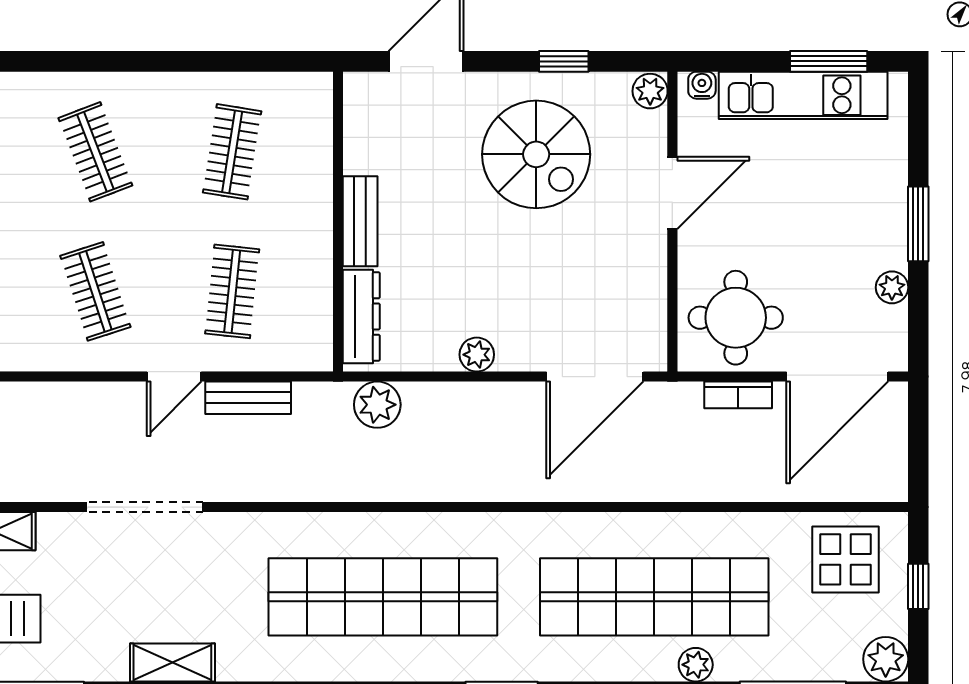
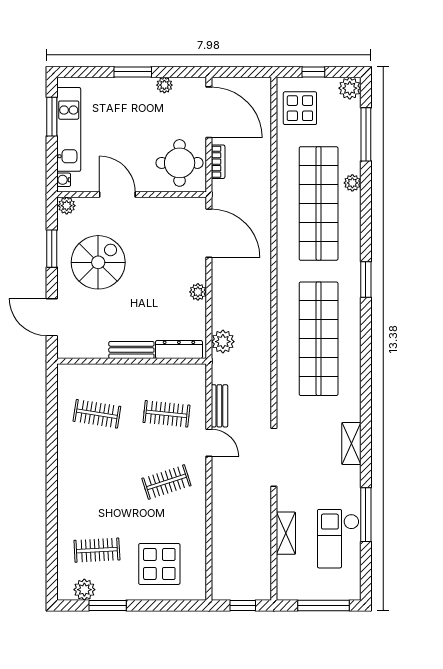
window: (564, 61) -> (52, 249), width x1.50
clothes rail: (95, 152) -> (97, 482), removed

